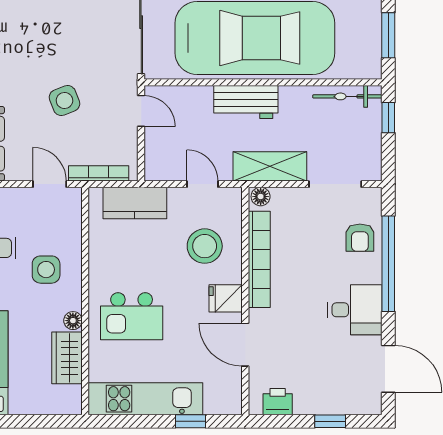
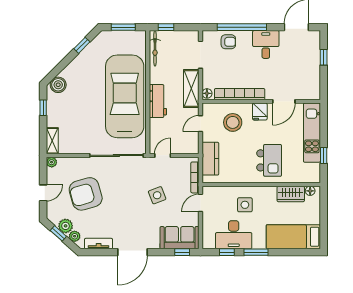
floor lamp: (73, 321) -> (310, 191), moved
kitchen unit: (145, 399) -> (312, 133), moved
printer: (278, 402) -> (313, 85), removed
window: (190, 421) -> (324, 156), moved

